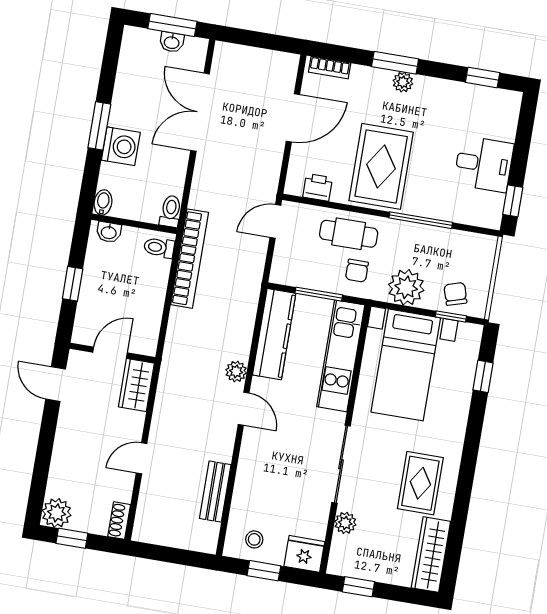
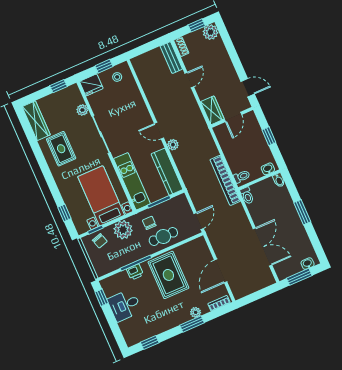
washbasin: (172, 42) -> (308, 264), moved
plant: (403, 82) -> (196, 312), moved
washing machine: (121, 146) -> (287, 210), removed
printer: (318, 187) -> (135, 272), moved
bench: (215, 492) -> (171, 58), moved

